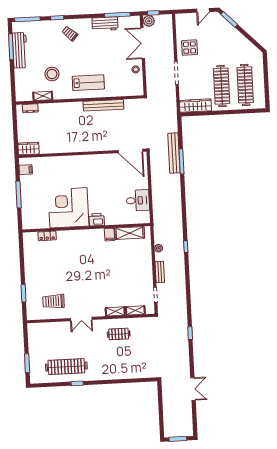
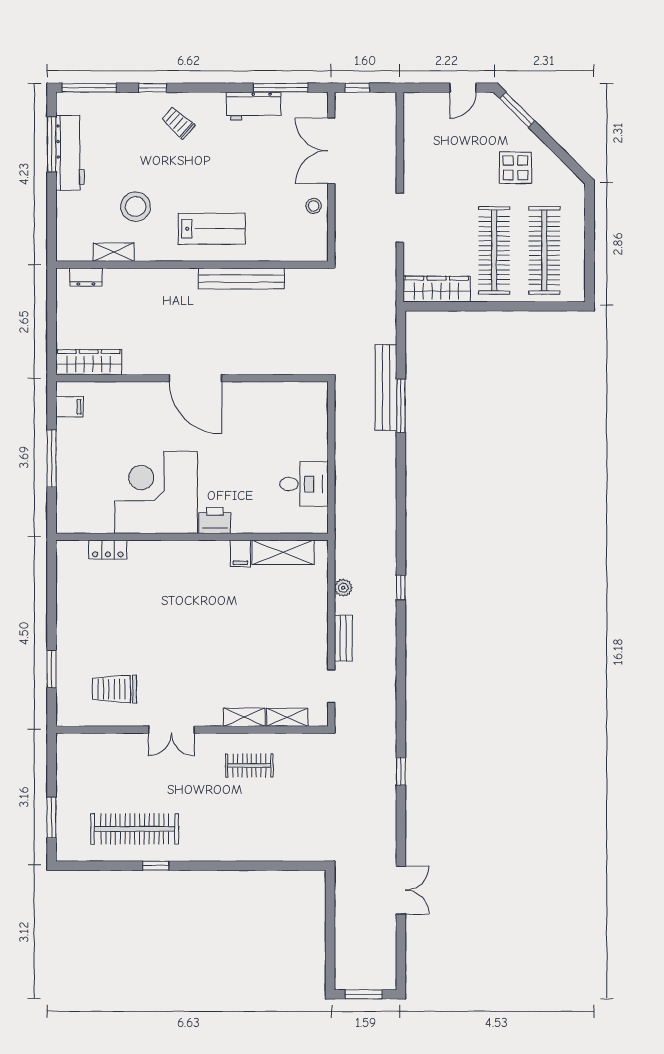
plant: (149, 21) -> (347, 104), removed
display table: (189, 48) -> (515, 168), moved
wardrobe: (28, 149) -> (89, 362), width x1.50
door: (130, 151) -> (195, 378), moved

